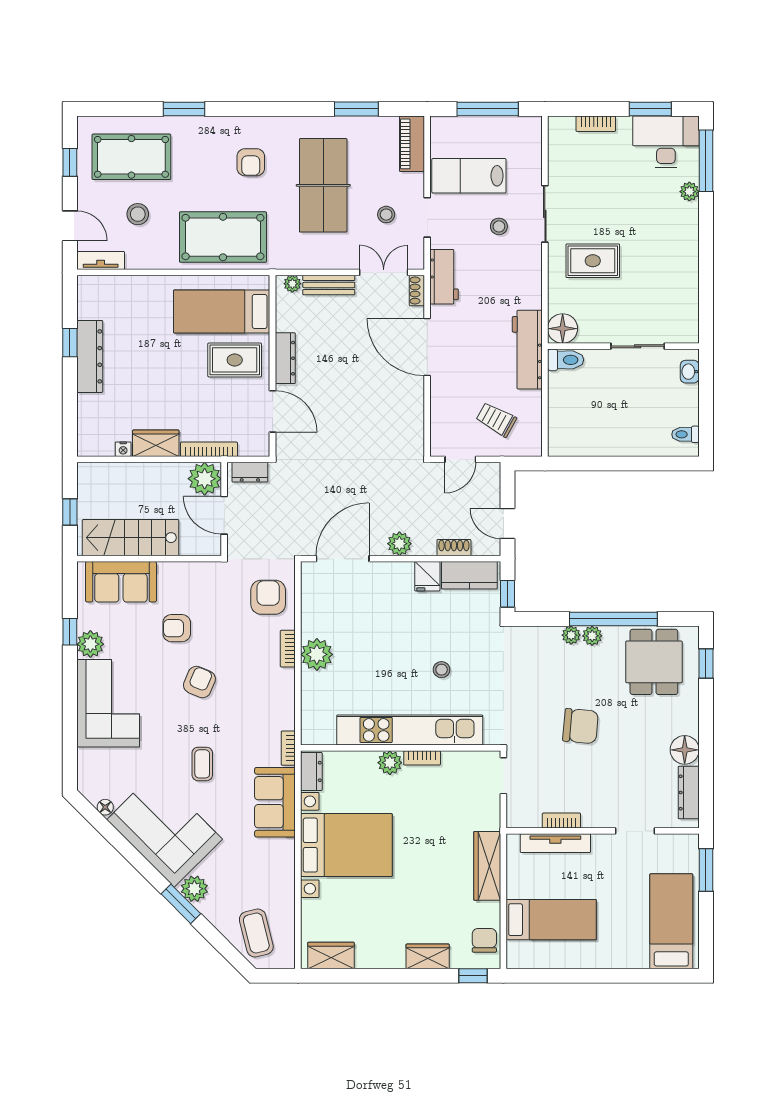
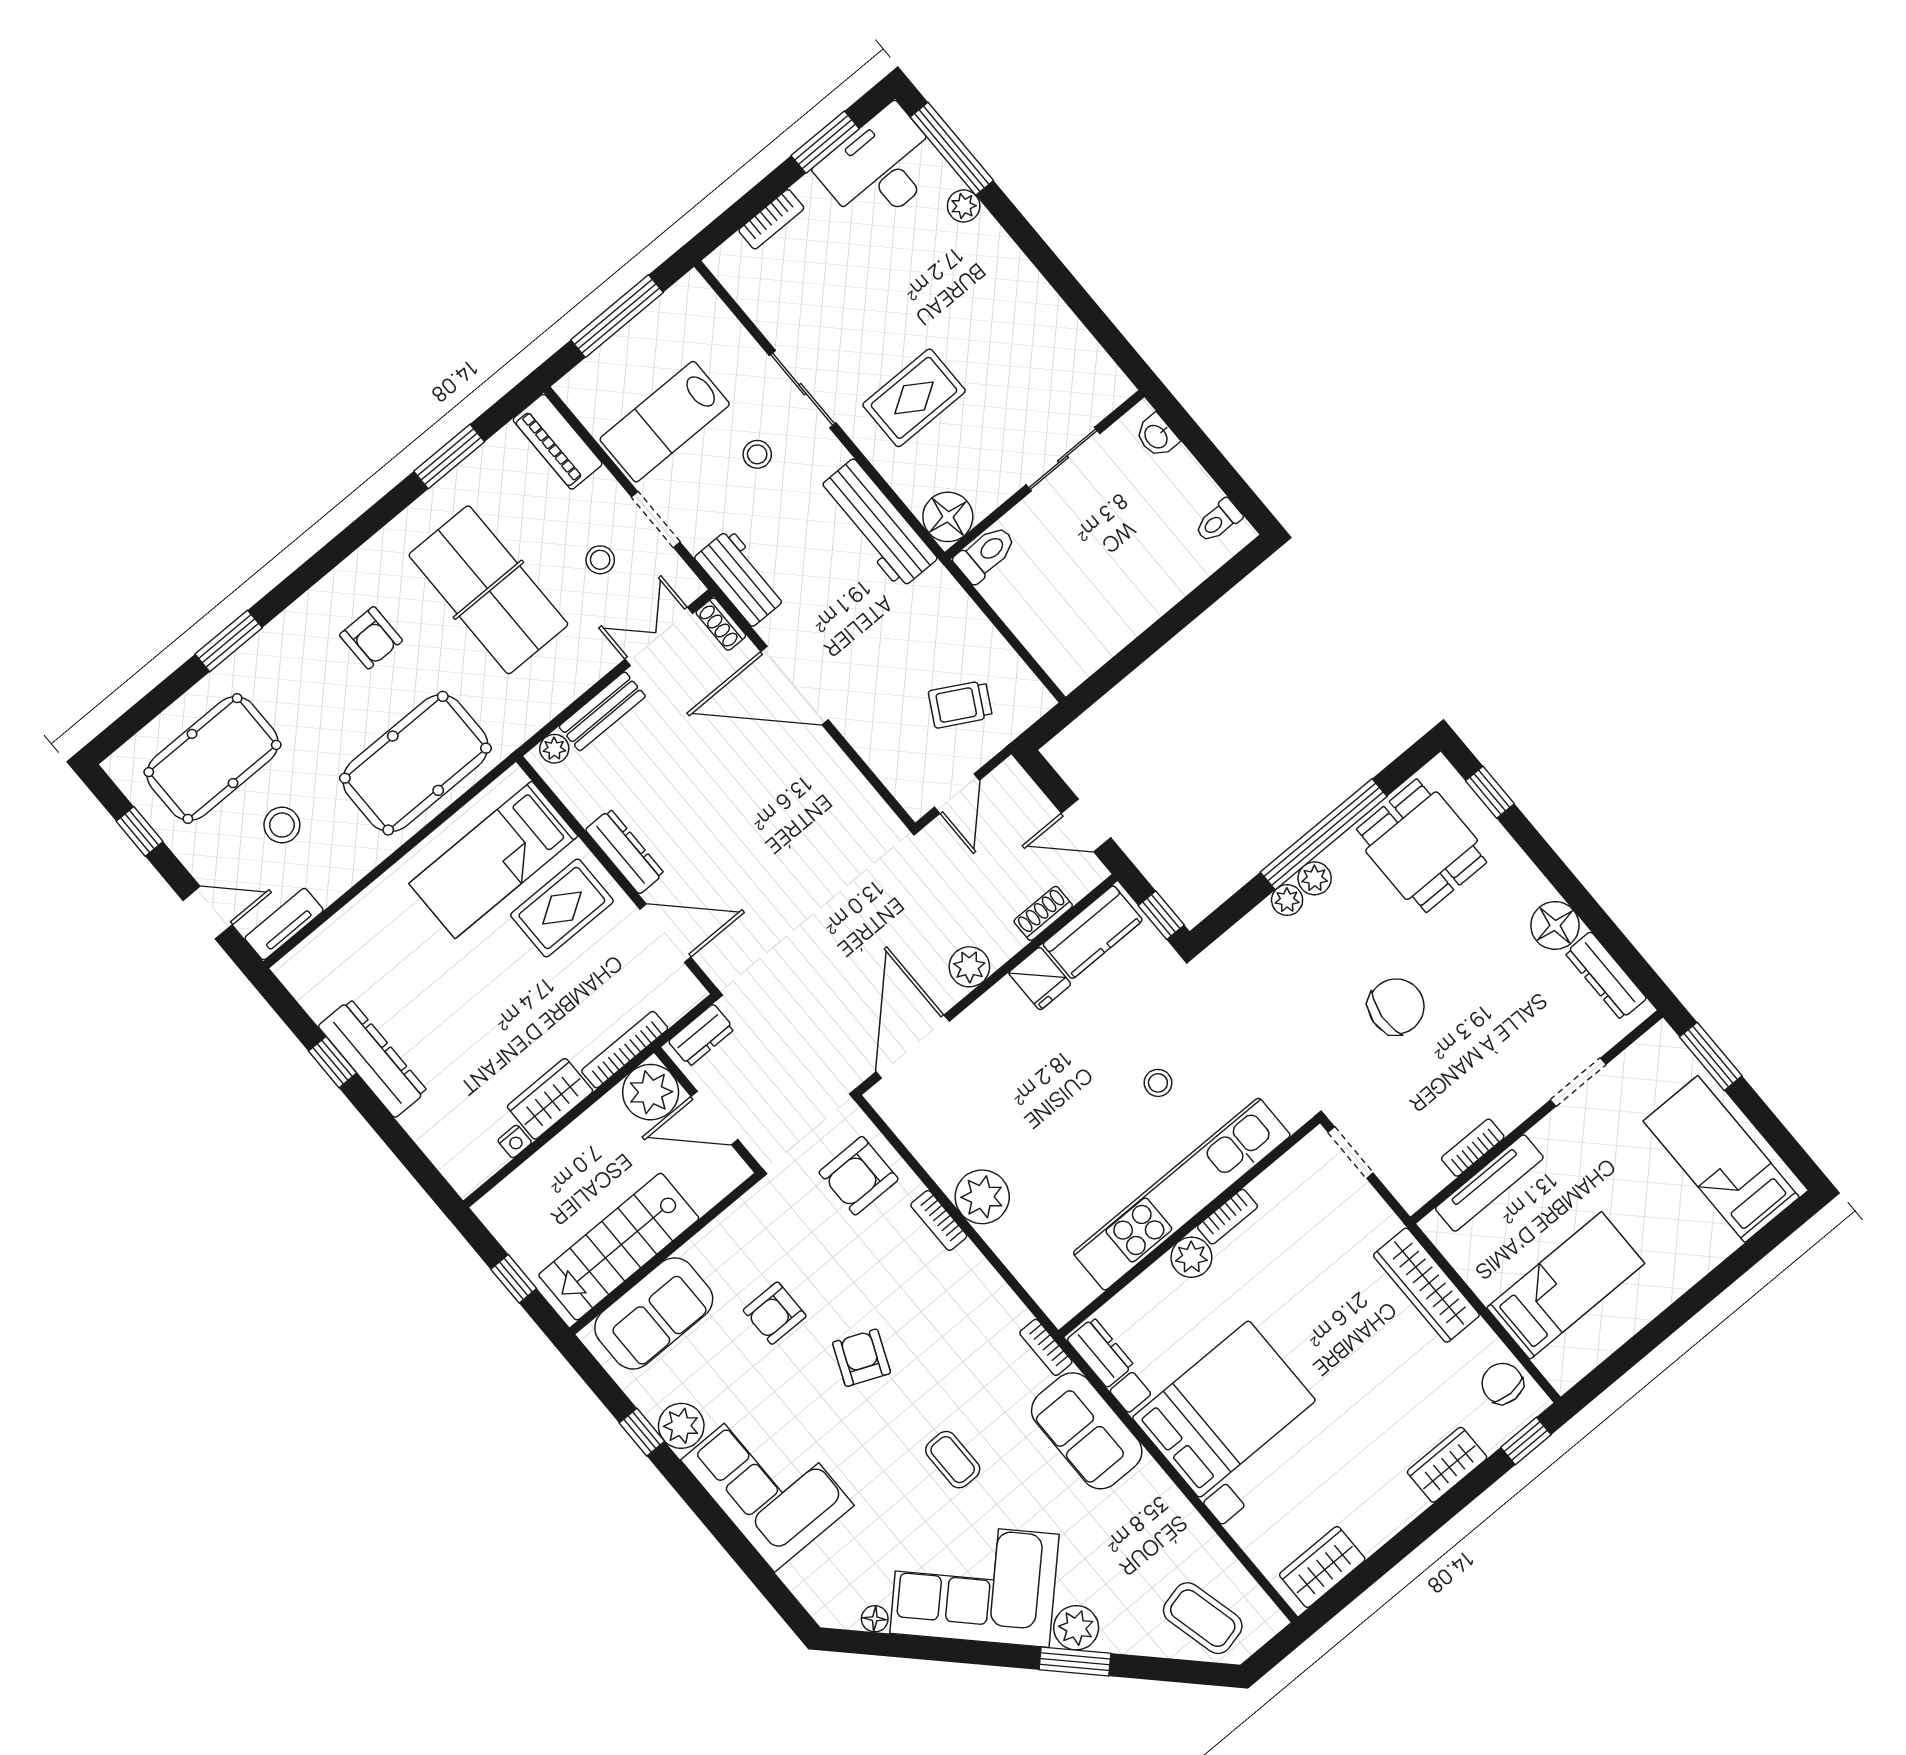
workbench: (527, 350) -> (877, 524), moved
armchair: (268, 597) -> (859, 1176), turned -90

